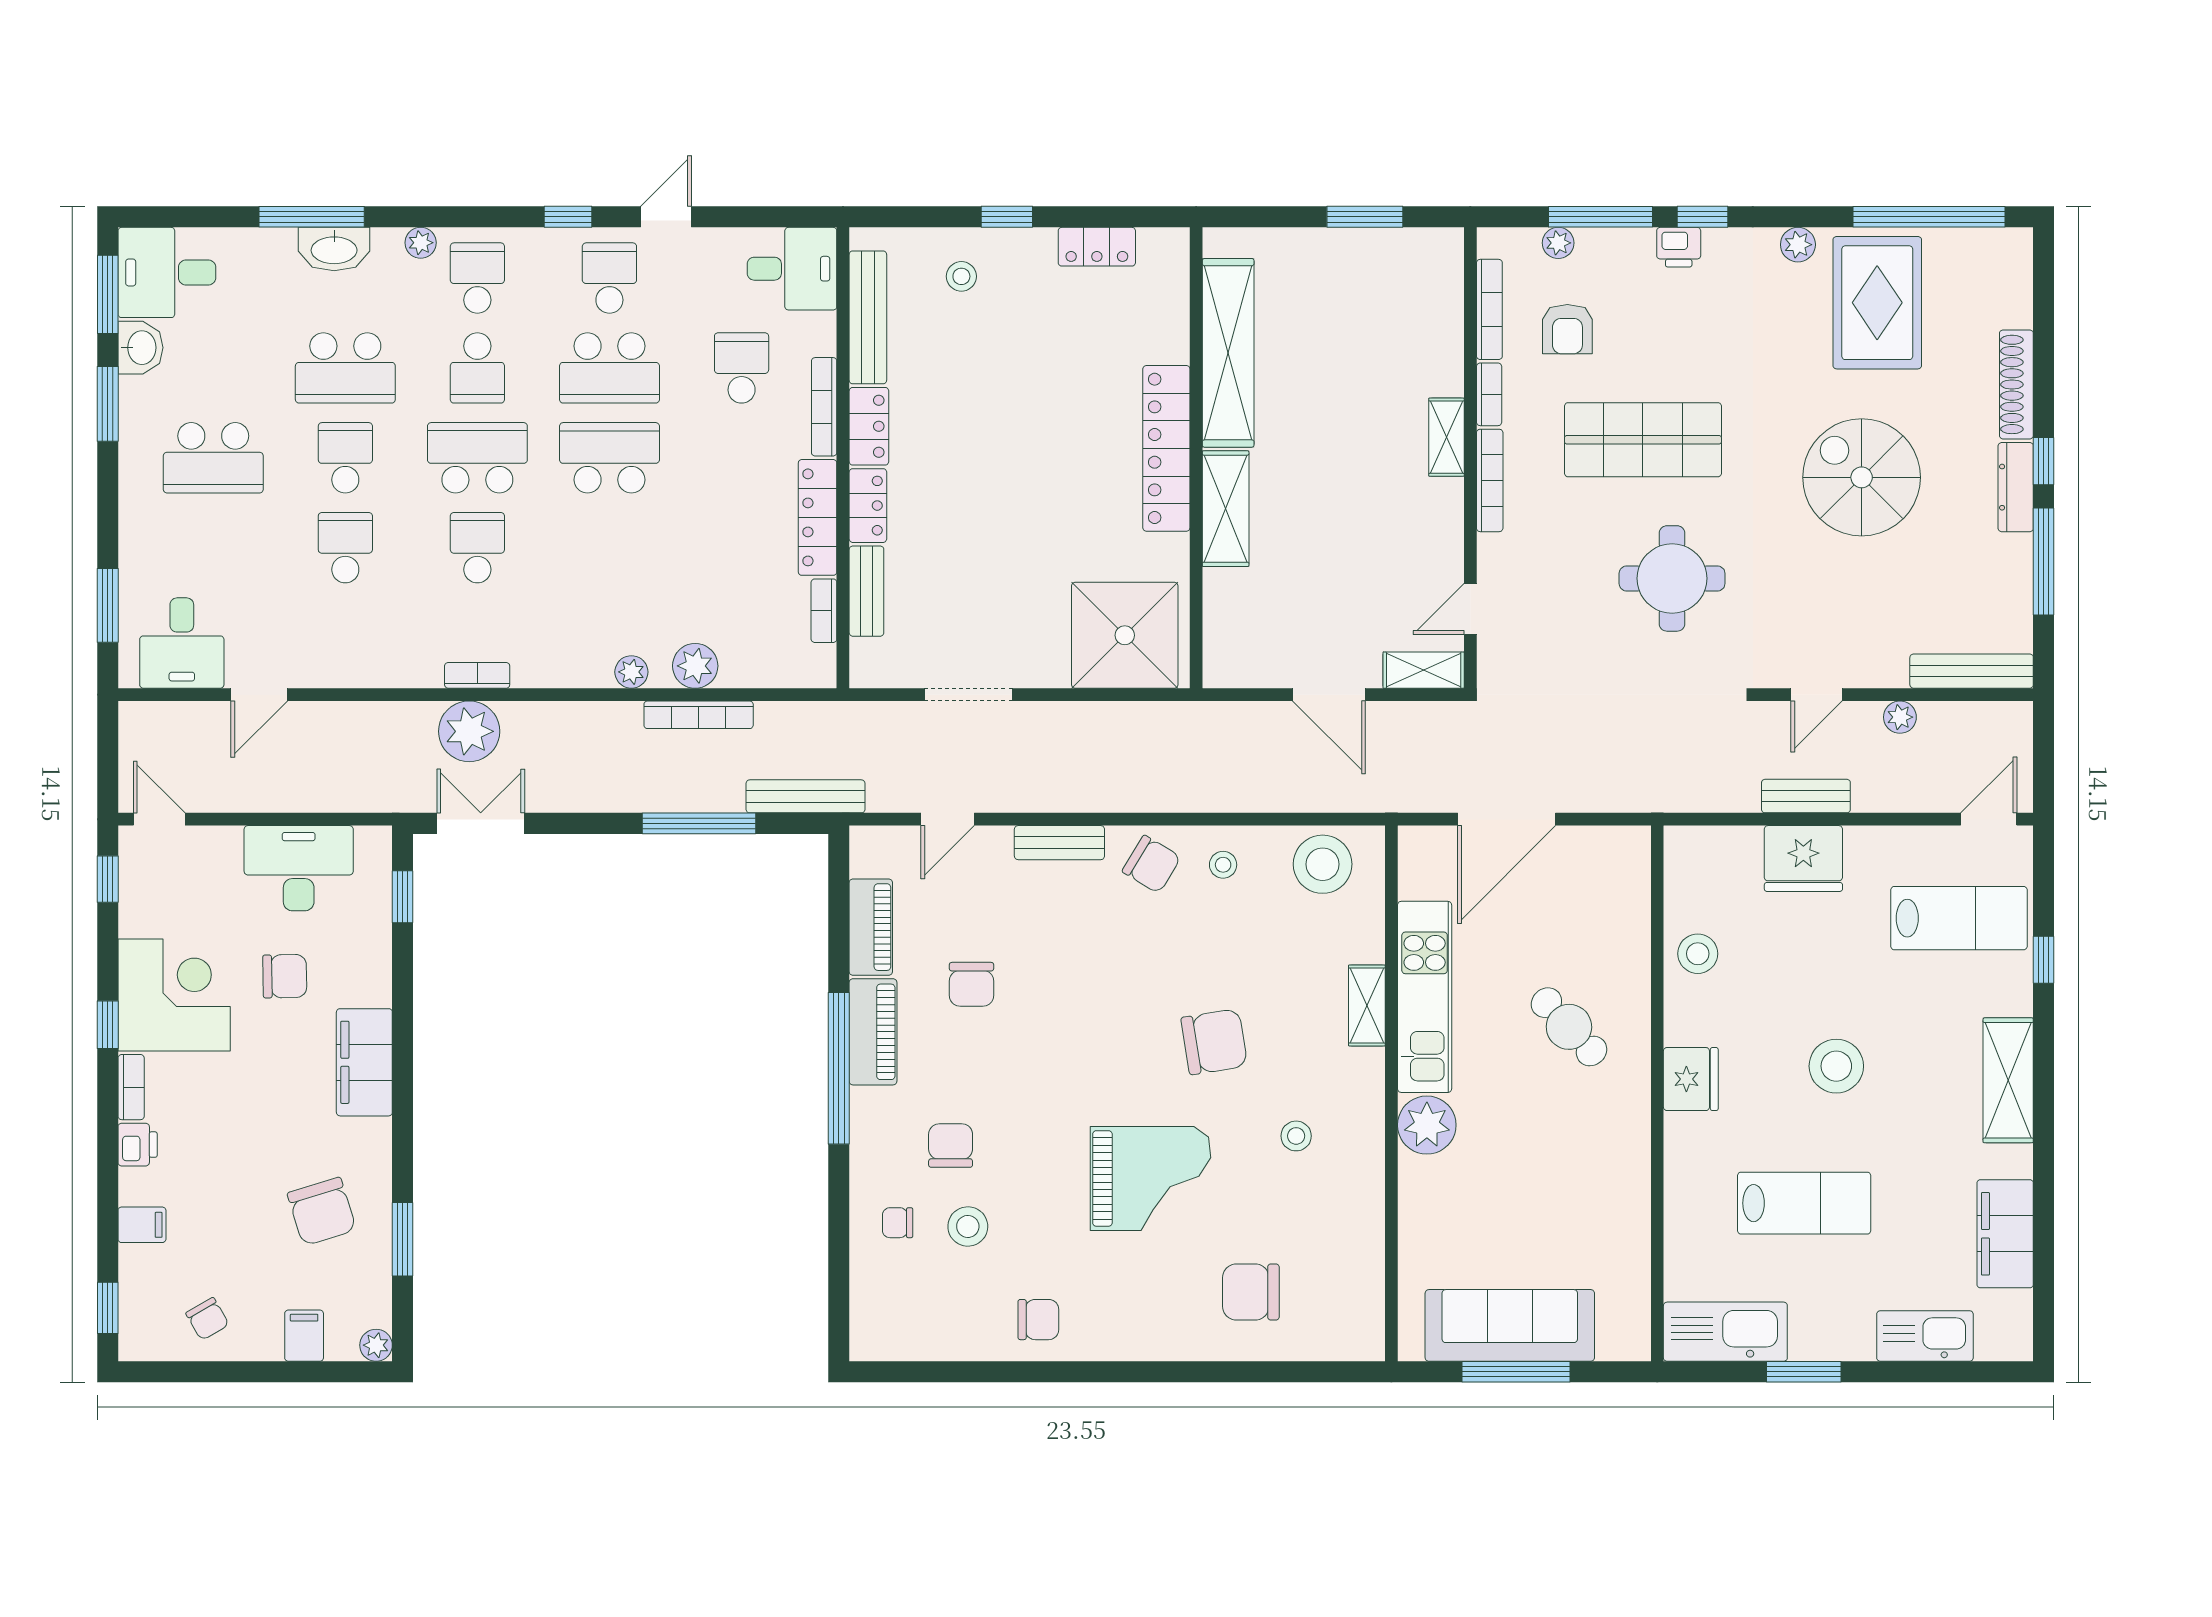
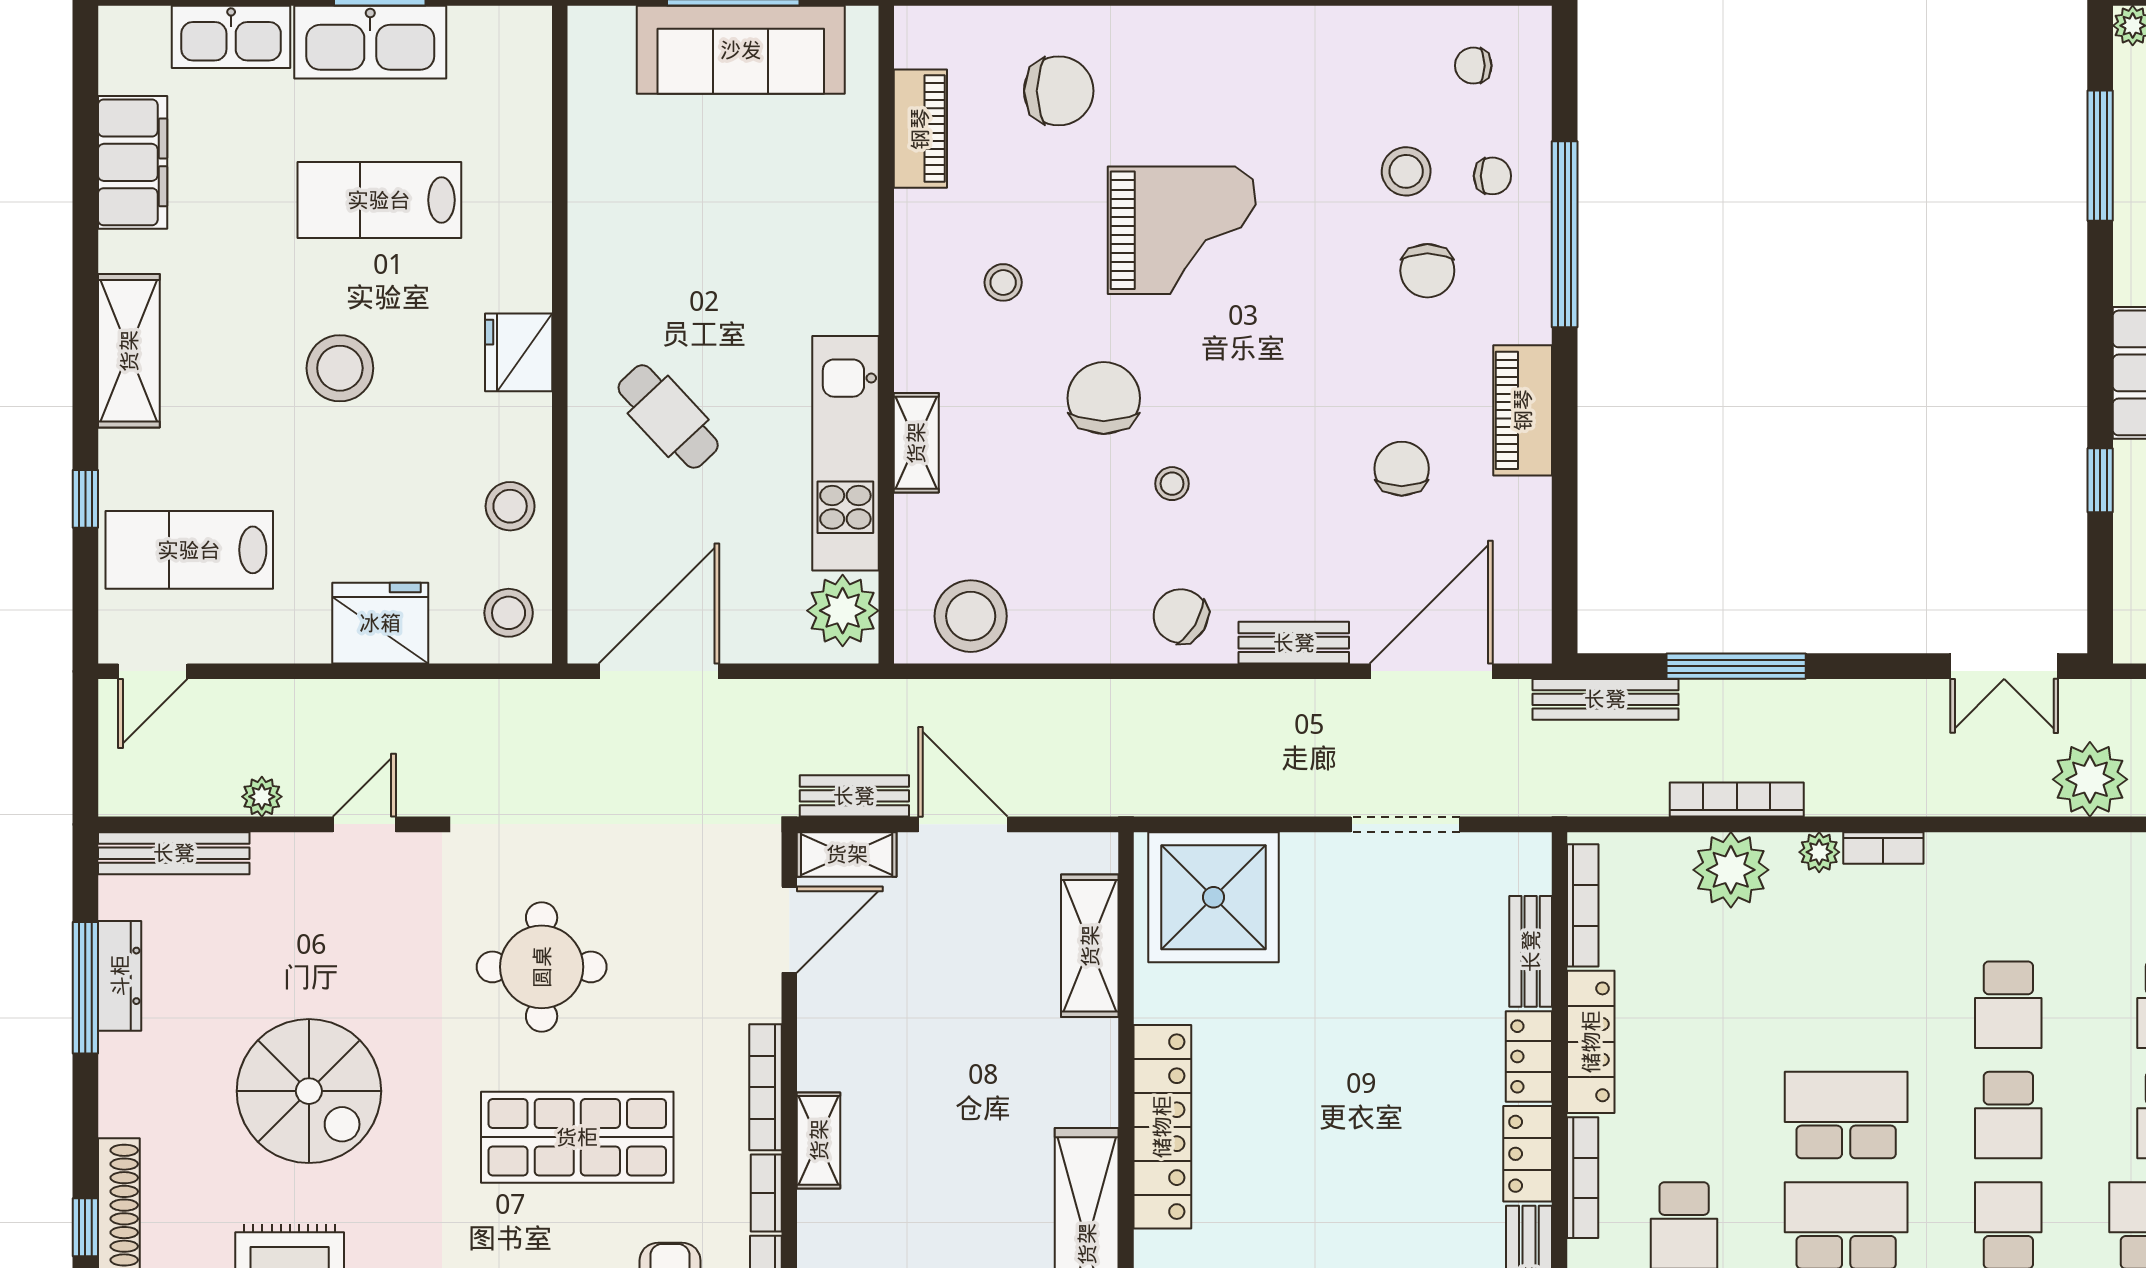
school desk: (477, 458) -> (2008, 1115), width x0.54
school desk: (609, 458) -> (1846, 1115), turned 180
window: (2044, 461) -> (85, 1227), moved
dresser: (2016, 487) -> (120, 976), moved
shelving: (1226, 509) -> (1090, 946), moved
door: (1470, 609) -> (789, 930), width x1.38
bookcase: (824, 611) -> (1583, 905), width x1.56
plant: (695, 666) -> (1731, 870), width x1.36, depth x1.36
bookcase: (477, 675) -> (1883, 848), moved
plant: (469, 731) -> (2090, 779), moved
bench: (1806, 796) -> (854, 796), moved
door: (948, 819) -> (1431, 671), width x1.87
door: (1507, 819) -> (659, 671), moved
stool: (1223, 865) -> (1172, 484), moved
stool: (1699, 867) -> (509, 613), added
window: (403, 897) -> (2100, 480), moved
piano: (871, 927) -> (920, 129), moved, turned 180
chair: (1214, 1042) -> (1104, 398), turned 99
window: (839, 1068) -> (1565, 234), moved
plant: (1427, 1125) -> (843, 611), moved
grand piano: (1151, 1178) -> (1182, 230), turned 180
window: (403, 1239) -> (2100, 156), width x1.44
chair: (1038, 1320) -> (1473, 66), moved, width x0.73, depth x0.73
kitchen sink: (1725, 1332) -> (370, 42), moved

